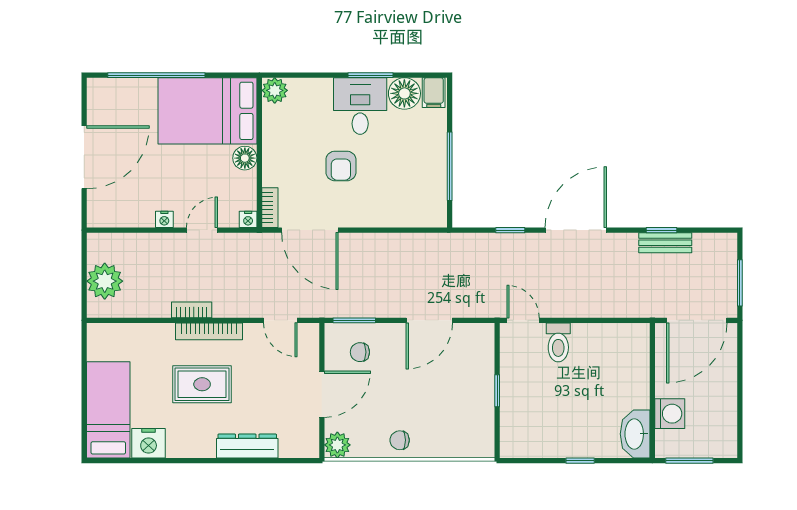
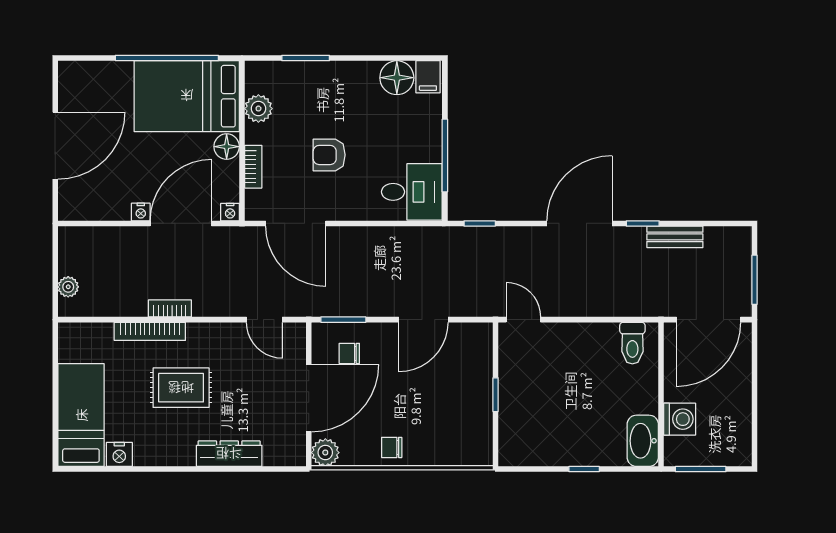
window: (156, 75) -> (167, 58), moved
window: (370, 75) -> (306, 58), moved
plant: (275, 90) -> (258, 109), moved
desk: (360, 106) -> (412, 192), moved, turned 90
armchair: (341, 166) -> (329, 155), turned 90
bookcase: (270, 208) -> (253, 167), moved
door: (202, 230) -> (181, 223), width x1.88
window: (510, 230) -> (480, 223), moved
window: (661, 230) -> (643, 223), moved
plant: (105, 281) -> (68, 287), width x0.53, depth x0.53
bookcase: (209, 331) -> (150, 331), moved
toilet: (558, 342) -> (632, 343), moved
door: (322, 394) -> (309, 398), width x1.36
nightstand: (149, 443) -> (119, 454), width x0.74, depth x0.75

